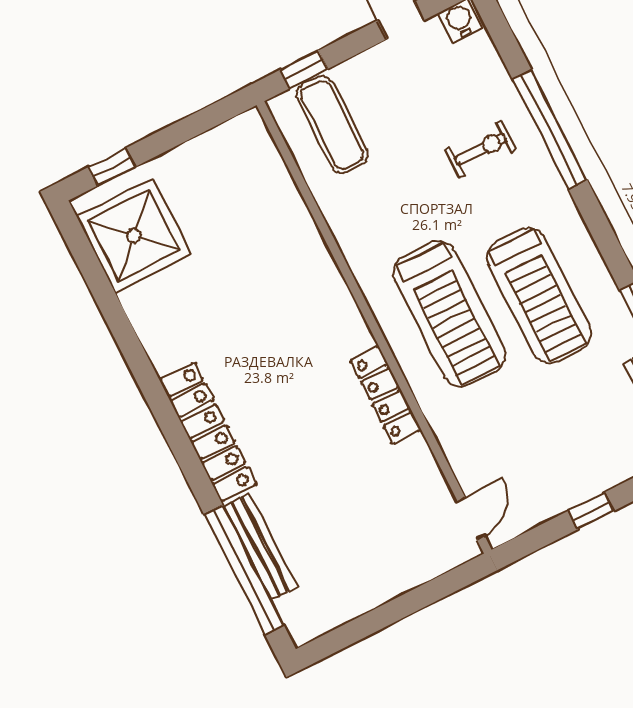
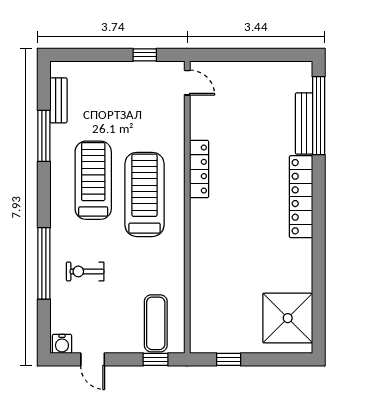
window: (112, 167) -> (229, 359), moved
window: (591, 511) -> (145, 55), moved
door: (471, 518) -> (187, 83), swing flipped

